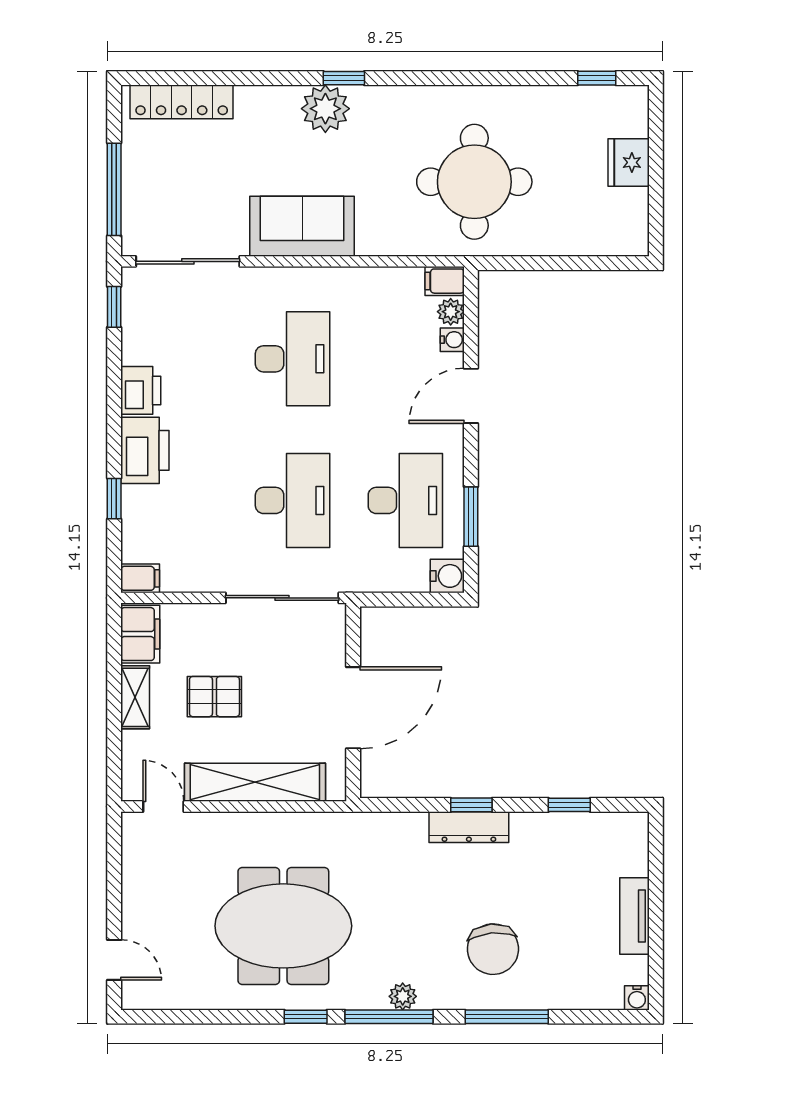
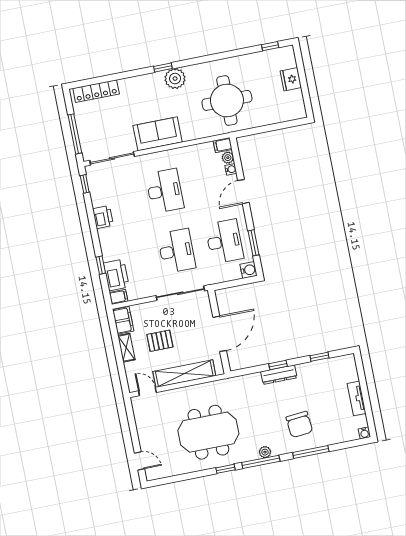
plant: (325, 109) -> (175, 79), moved
printer: (145, 450) -> (116, 275), moved

